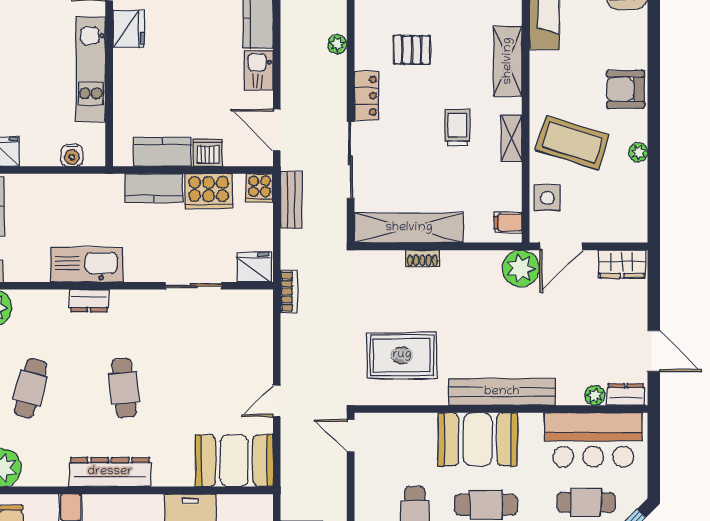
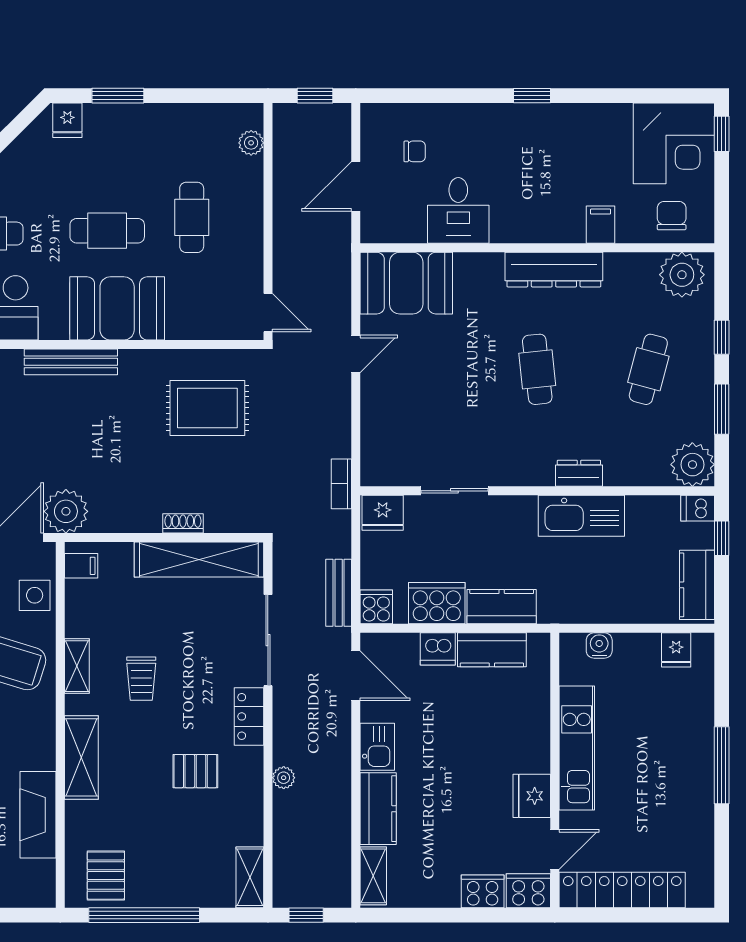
bench: (502, 392) -> (71, 362), width x0.73, depth x0.82

